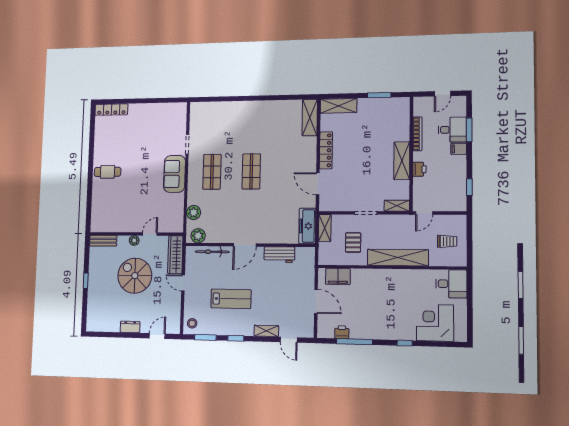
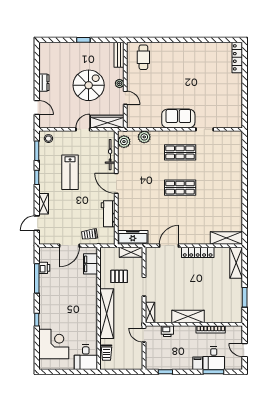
printer: (419, 169) -> (167, 331), moved
cafe table: (108, 172) -> (143, 57), moved
trolley: (447, 241) -> (106, 353), moved
trolley: (303, 277) -> (89, 234), added

